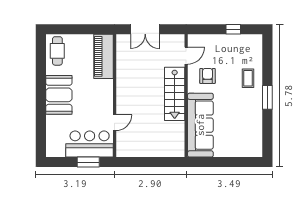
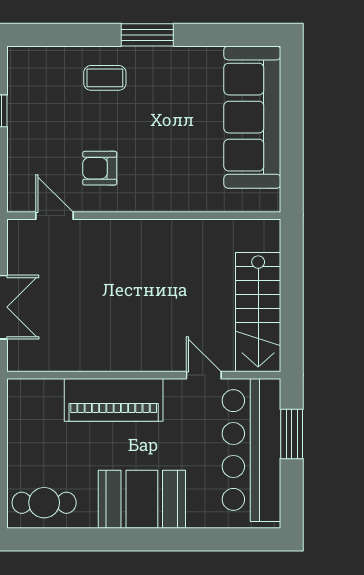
piano: (104, 56) -> (114, 400), moved
stairs: (175, 94) -> (258, 312), moved, turned 90
sofa: (200, 125) -> (252, 117), moved, turned -90
bar counter: (90, 144) -> (251, 450), width x1.36

